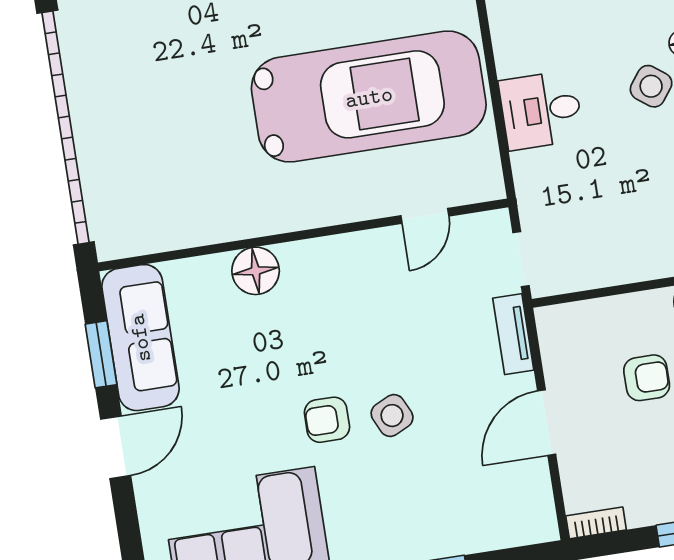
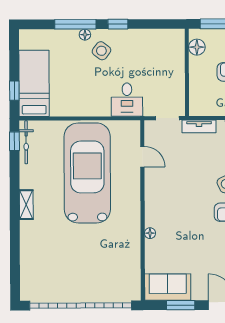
desk: (541, 110) -> (127, 100), moved
floor lamp: (256, 271) -> (150, 233), width x0.53, depth x0.53
sofa: (140, 338) -> (168, 287), width x0.73

